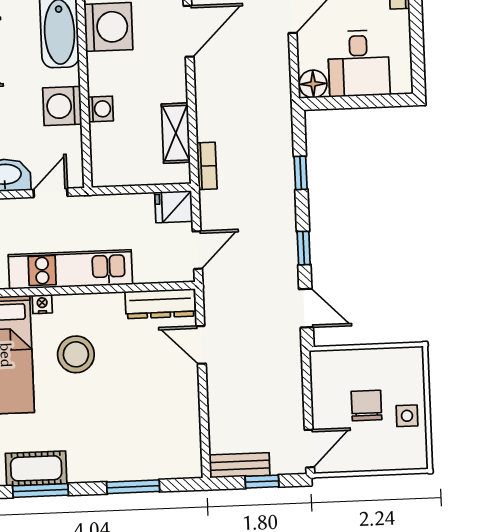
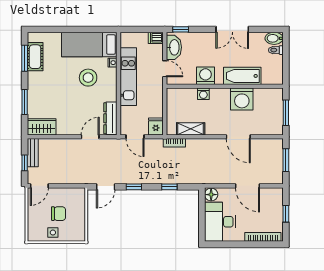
desk: (359, 63) -> (220, 222), width x1.37
wardrobe: (184, 449) -> (42, 127), added
door: (309, 449) -> (39, 186), hinge flipped

